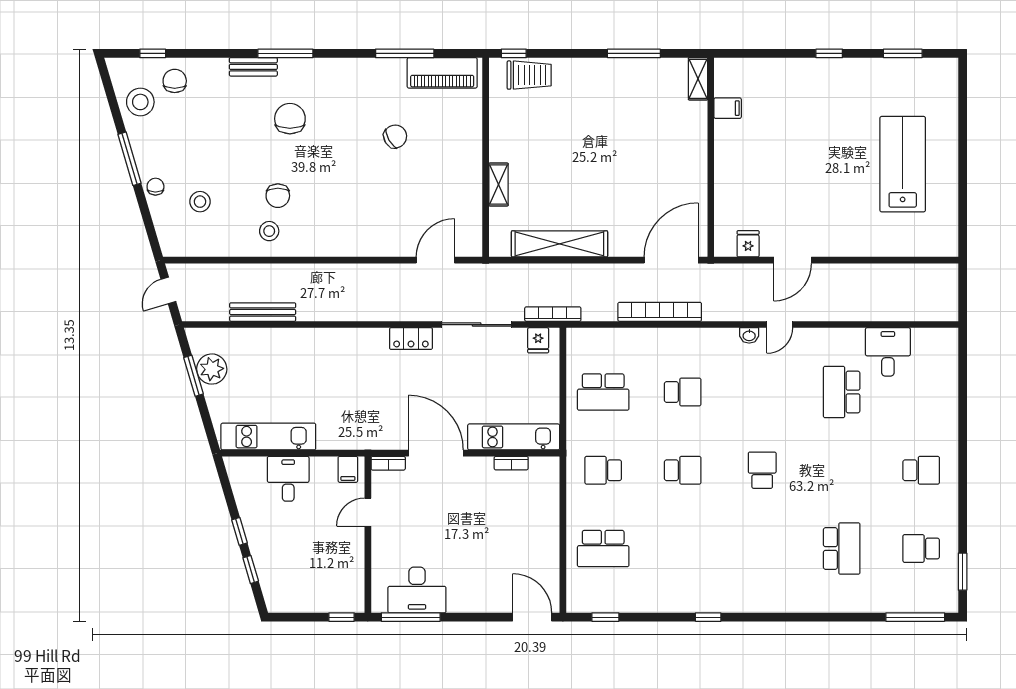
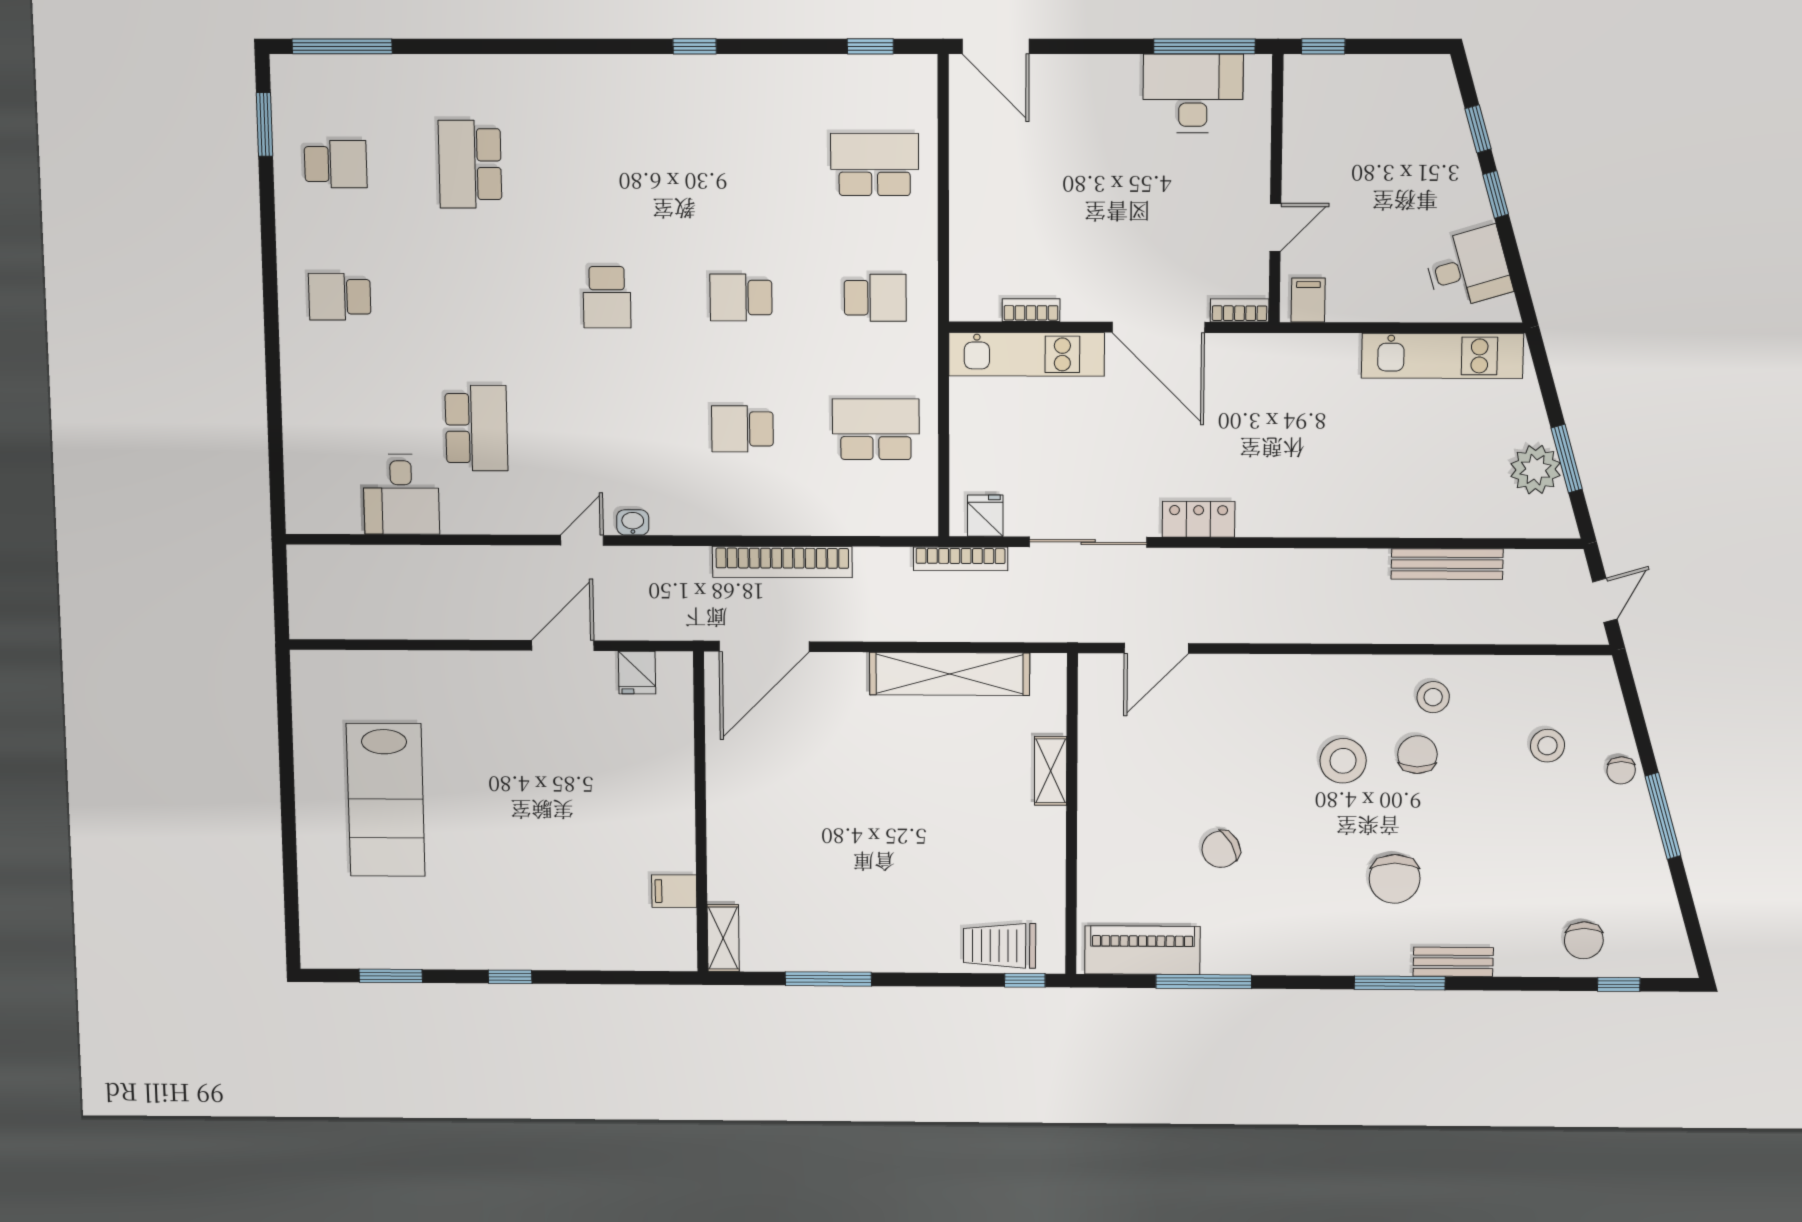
stool: (140, 102) -> (1343, 761), moved
desk: (288, 479) -> (1468, 268), moved, turned -106

